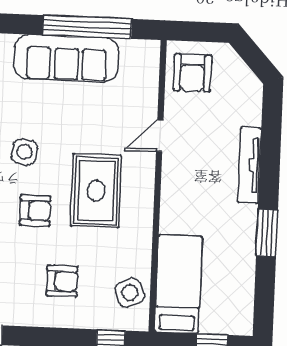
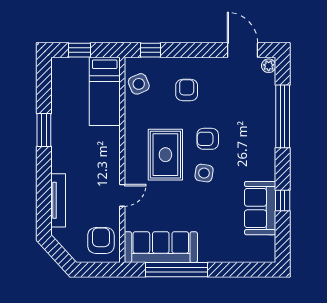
sofa: (66, 58) -> (161, 247), moved
side table: (24, 152) -> (204, 173), moved
tv unit: (250, 165) -> (58, 200), moved
armchair: (62, 281) -> (187, 90), turned 90

